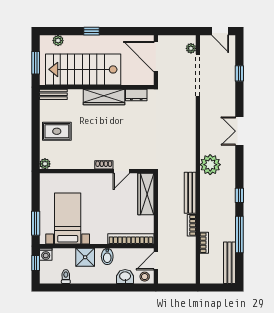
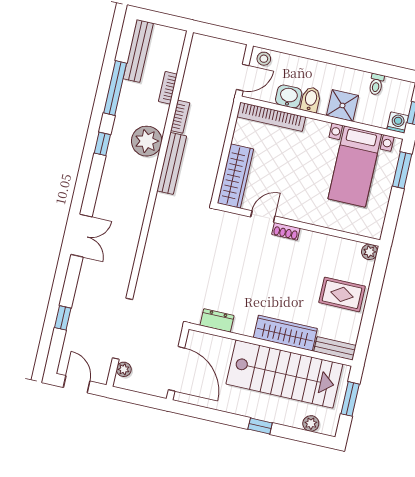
wardrobe: (104, 97) -> (285, 333), moved
plant: (210, 165) -> (147, 141), moved
washbasin: (125, 277) -> (289, 96), moved, turned 180

